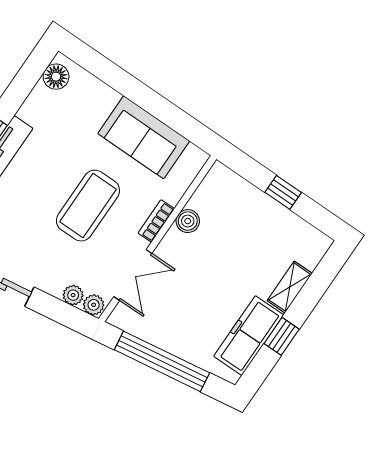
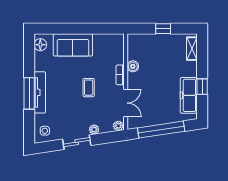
sofa: (144, 137) -> (73, 45), moved
coffee table: (88, 206) -> (89, 88), width x0.54, depth x0.58
shelving: (290, 287) -> (192, 49), moved
plant: (73, 295) -> (94, 130), moved

